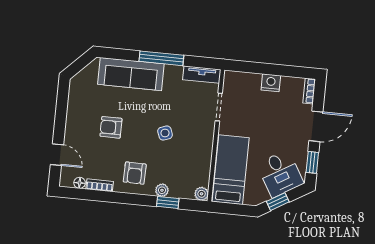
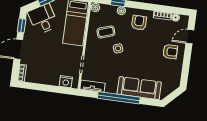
window: (161, 58) -> (119, 98), width x1.46
nightstand: (271, 83) -> (66, 82), moved
armchair: (111, 127) -> (170, 52), moved
door: (57, 155) -> (190, 37), hinge flipped
coffee table: (184, 157) -> (106, 32), added

